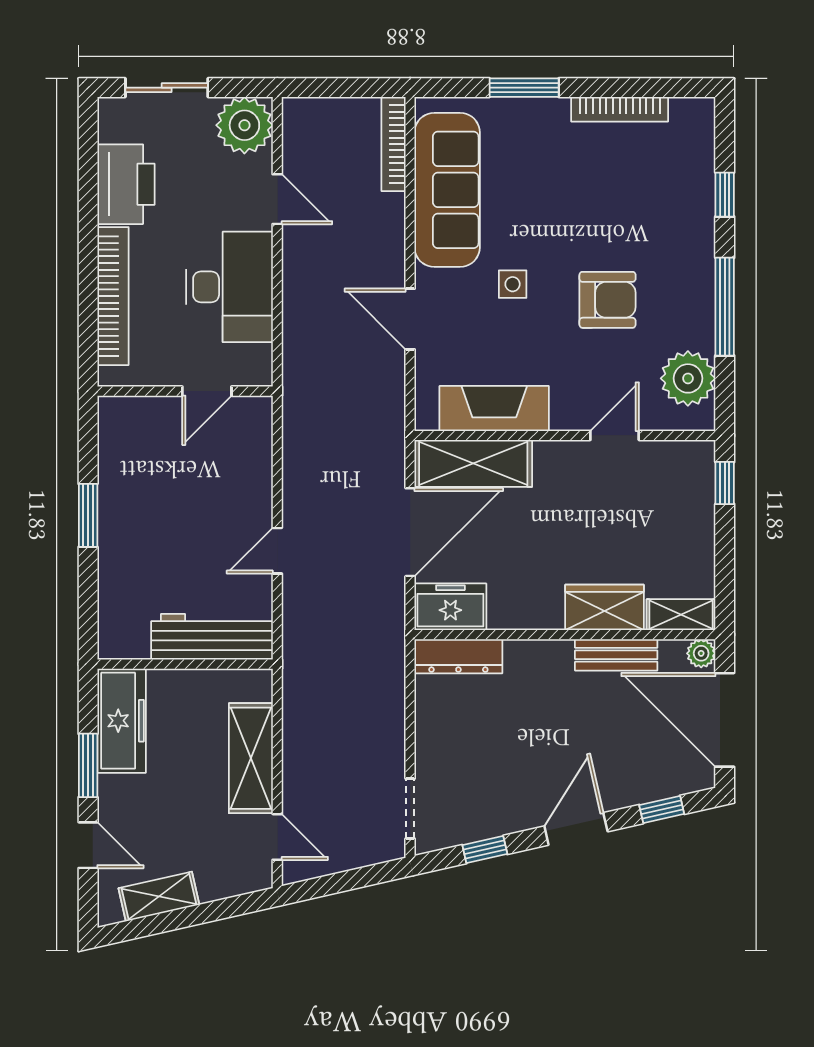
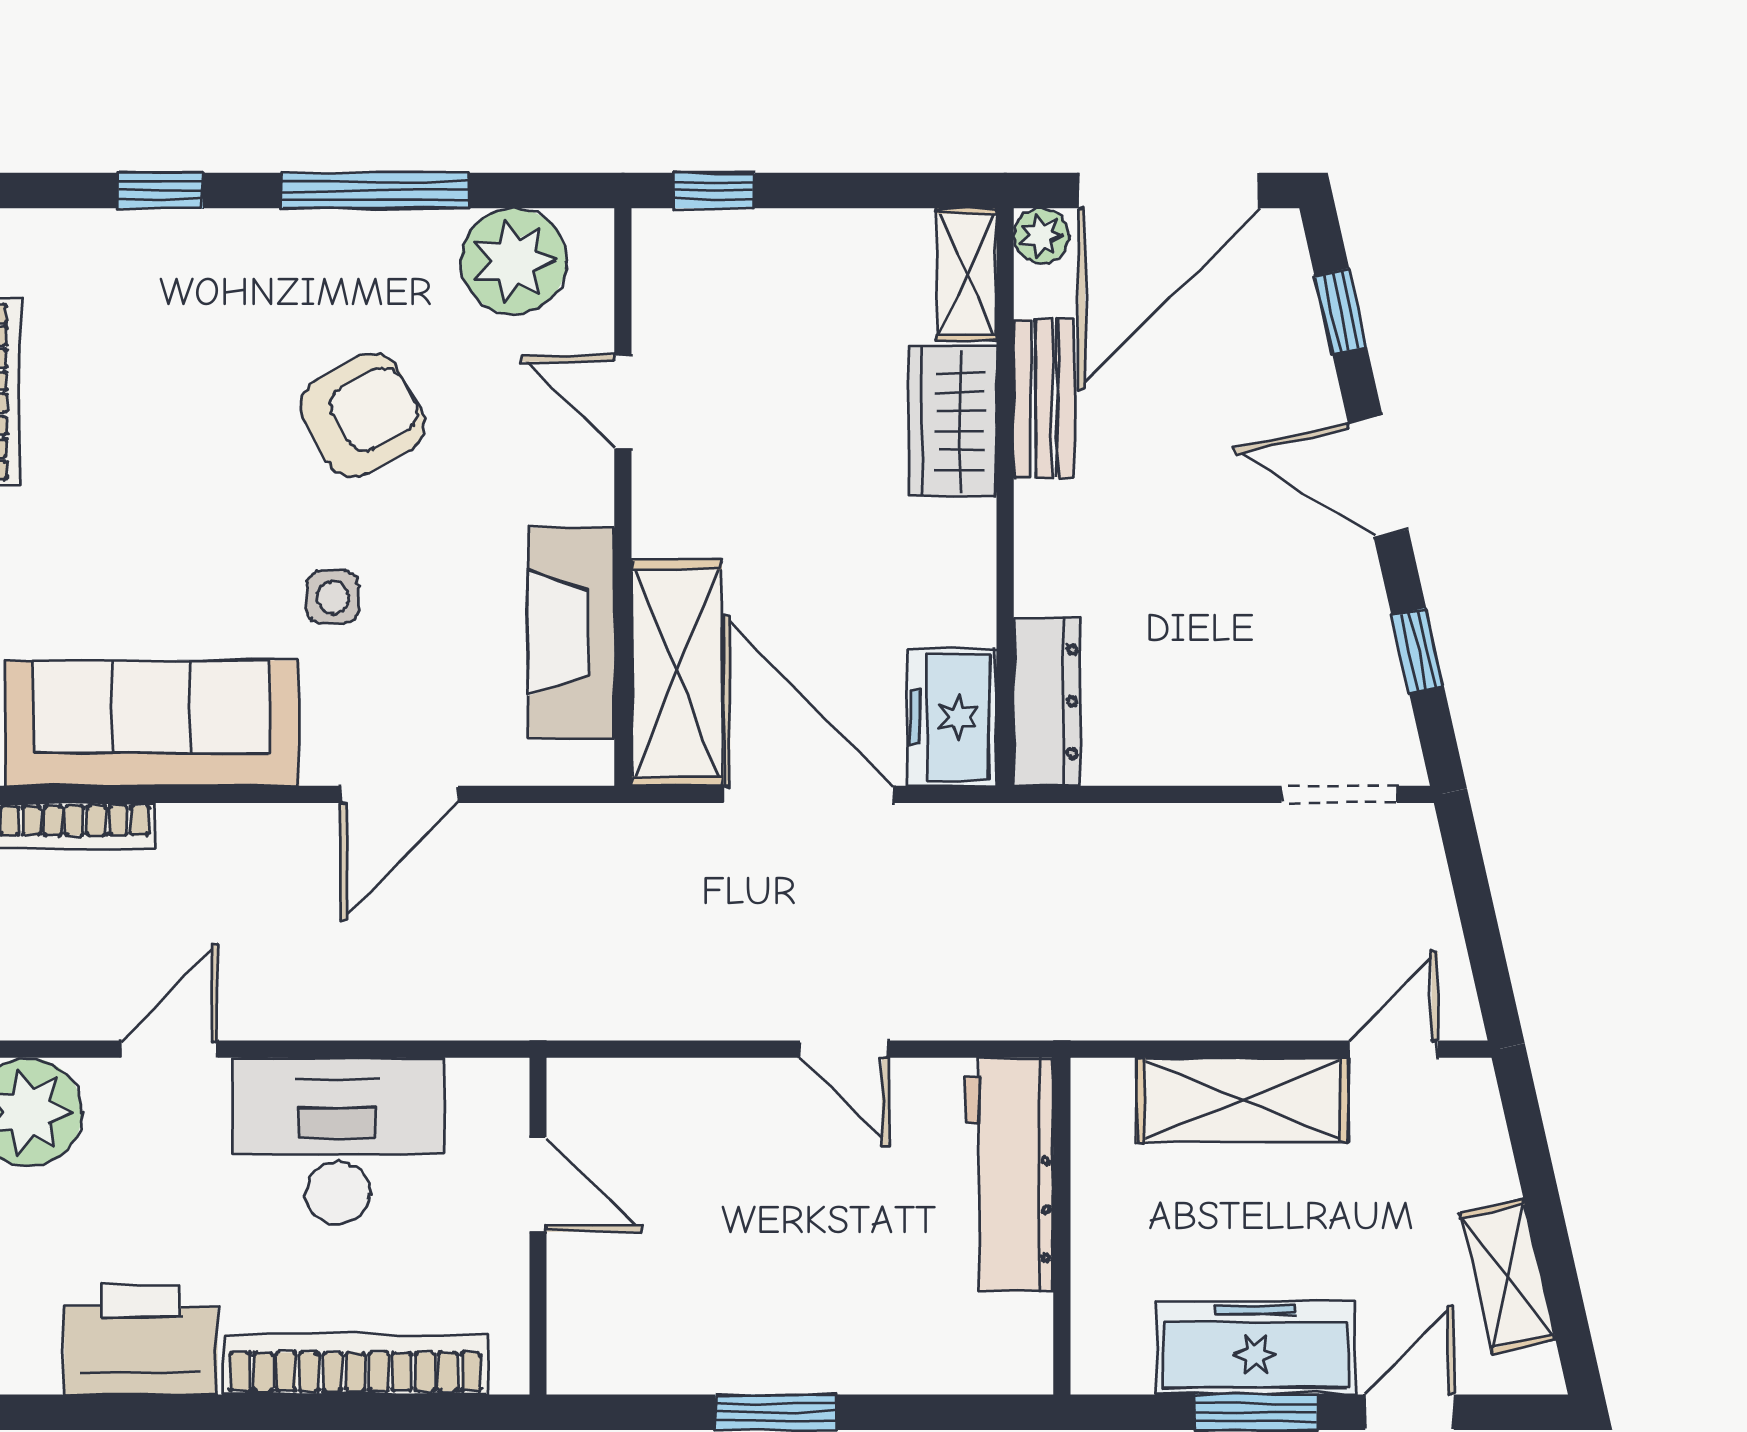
armchair: (608, 300) -> (363, 415), turned 61
freezer: (122, 721) -> (1256, 1348), moved

